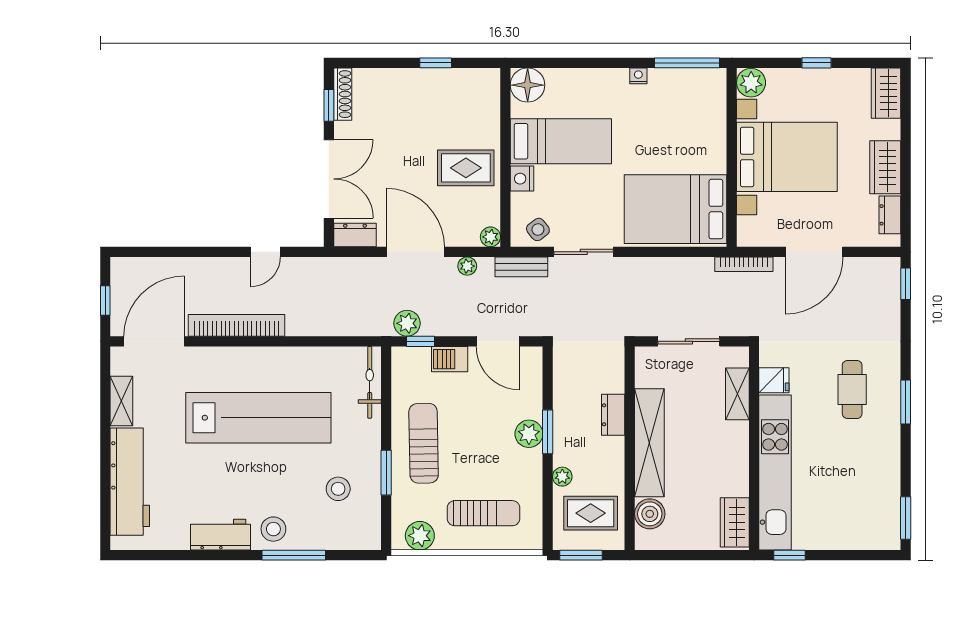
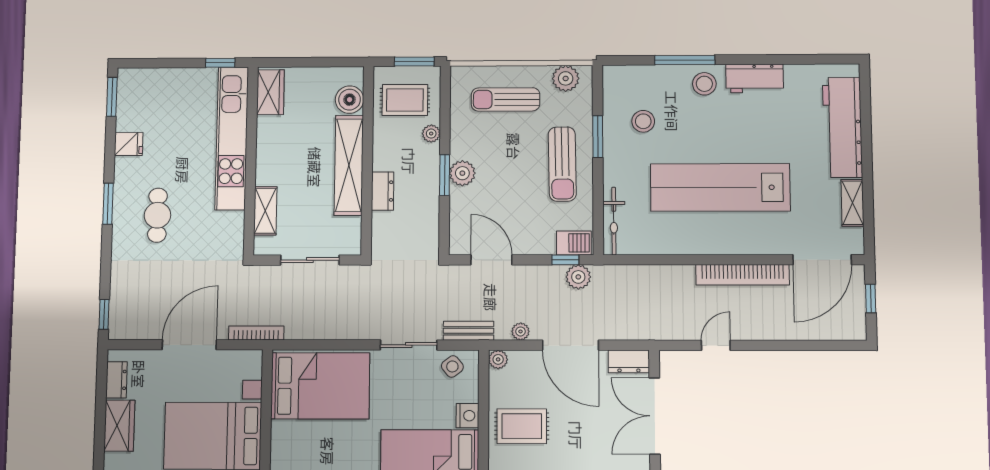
barbecue: (450, 359) -> (574, 243), moved
fridge: (774, 380) -> (129, 144), moved, turned 180

